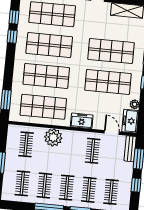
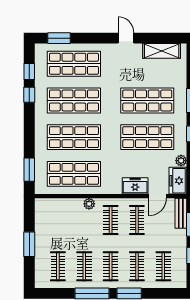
freezer: (82, 121) -> (135, 186), moved
door: (112, 132) -> (157, 196), swing flipped
plant: (53, 137) -> (89, 204), width x0.53, depth x0.53
clothes rail: (26, 144) -> (111, 220), moved

